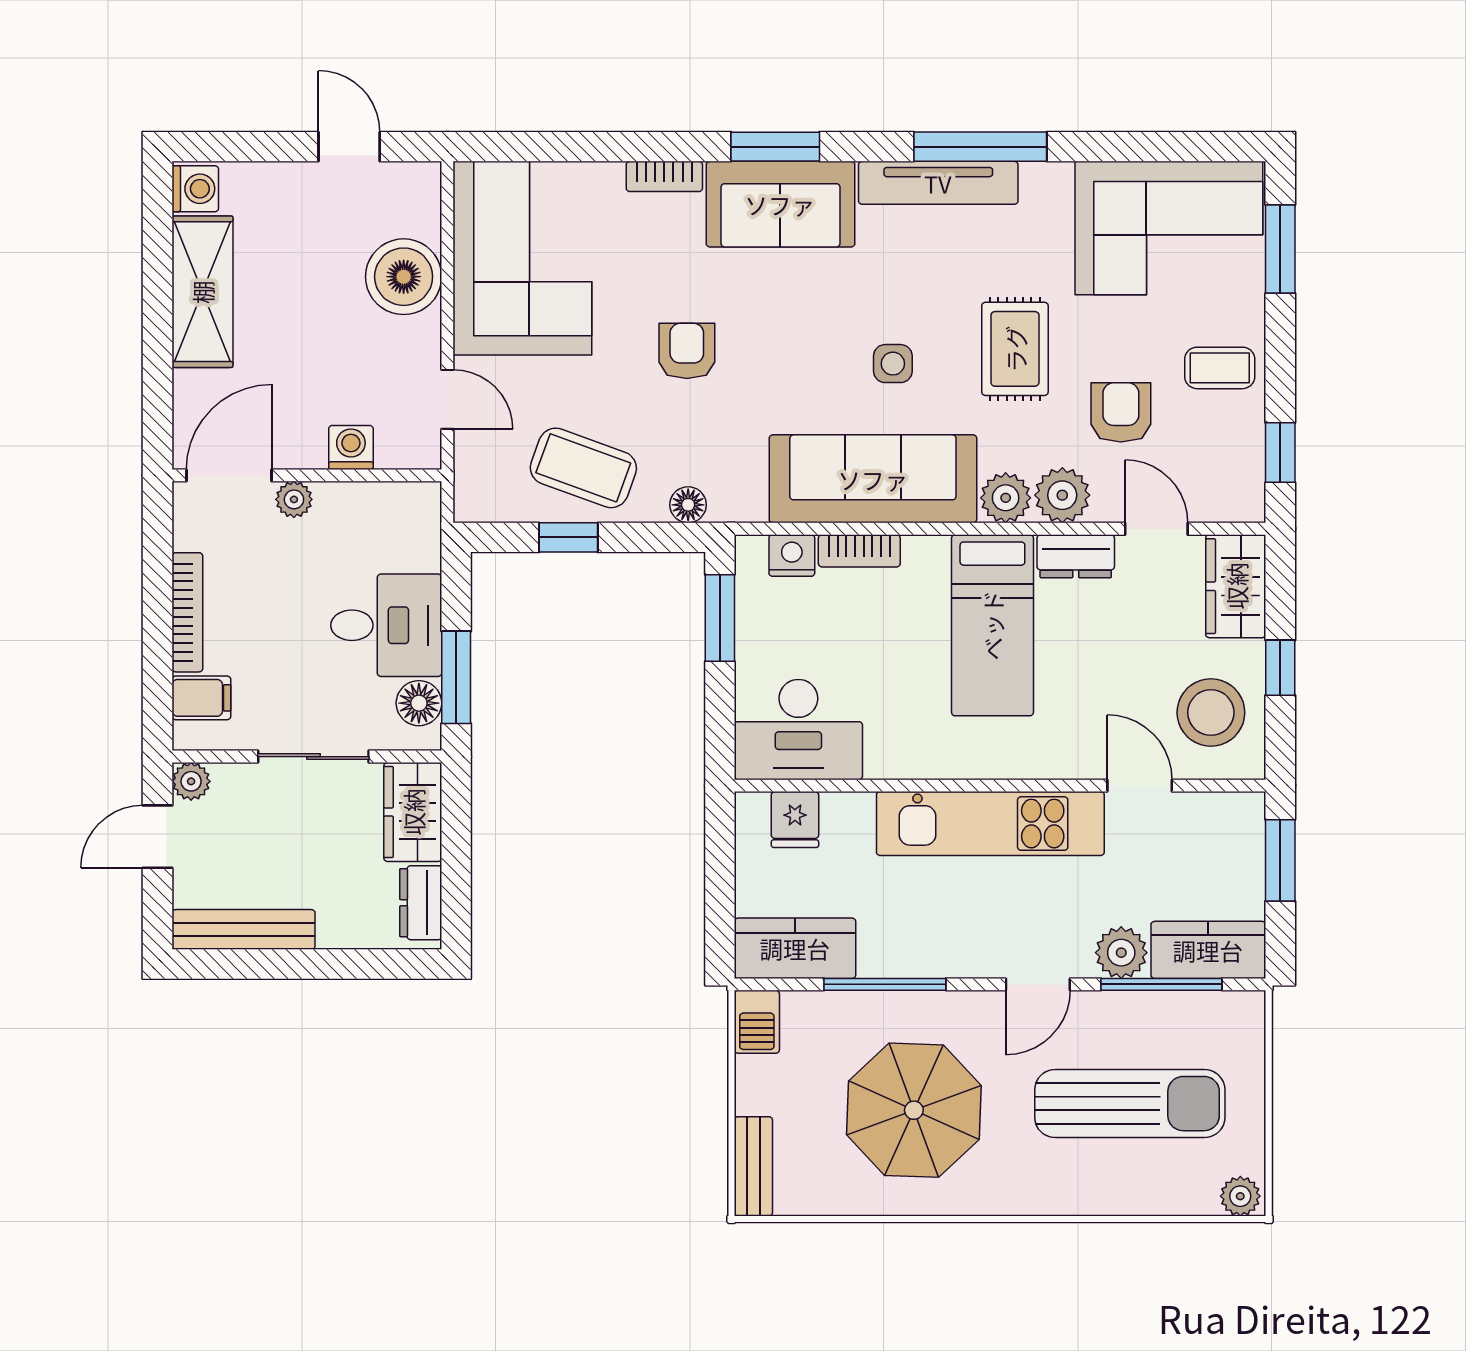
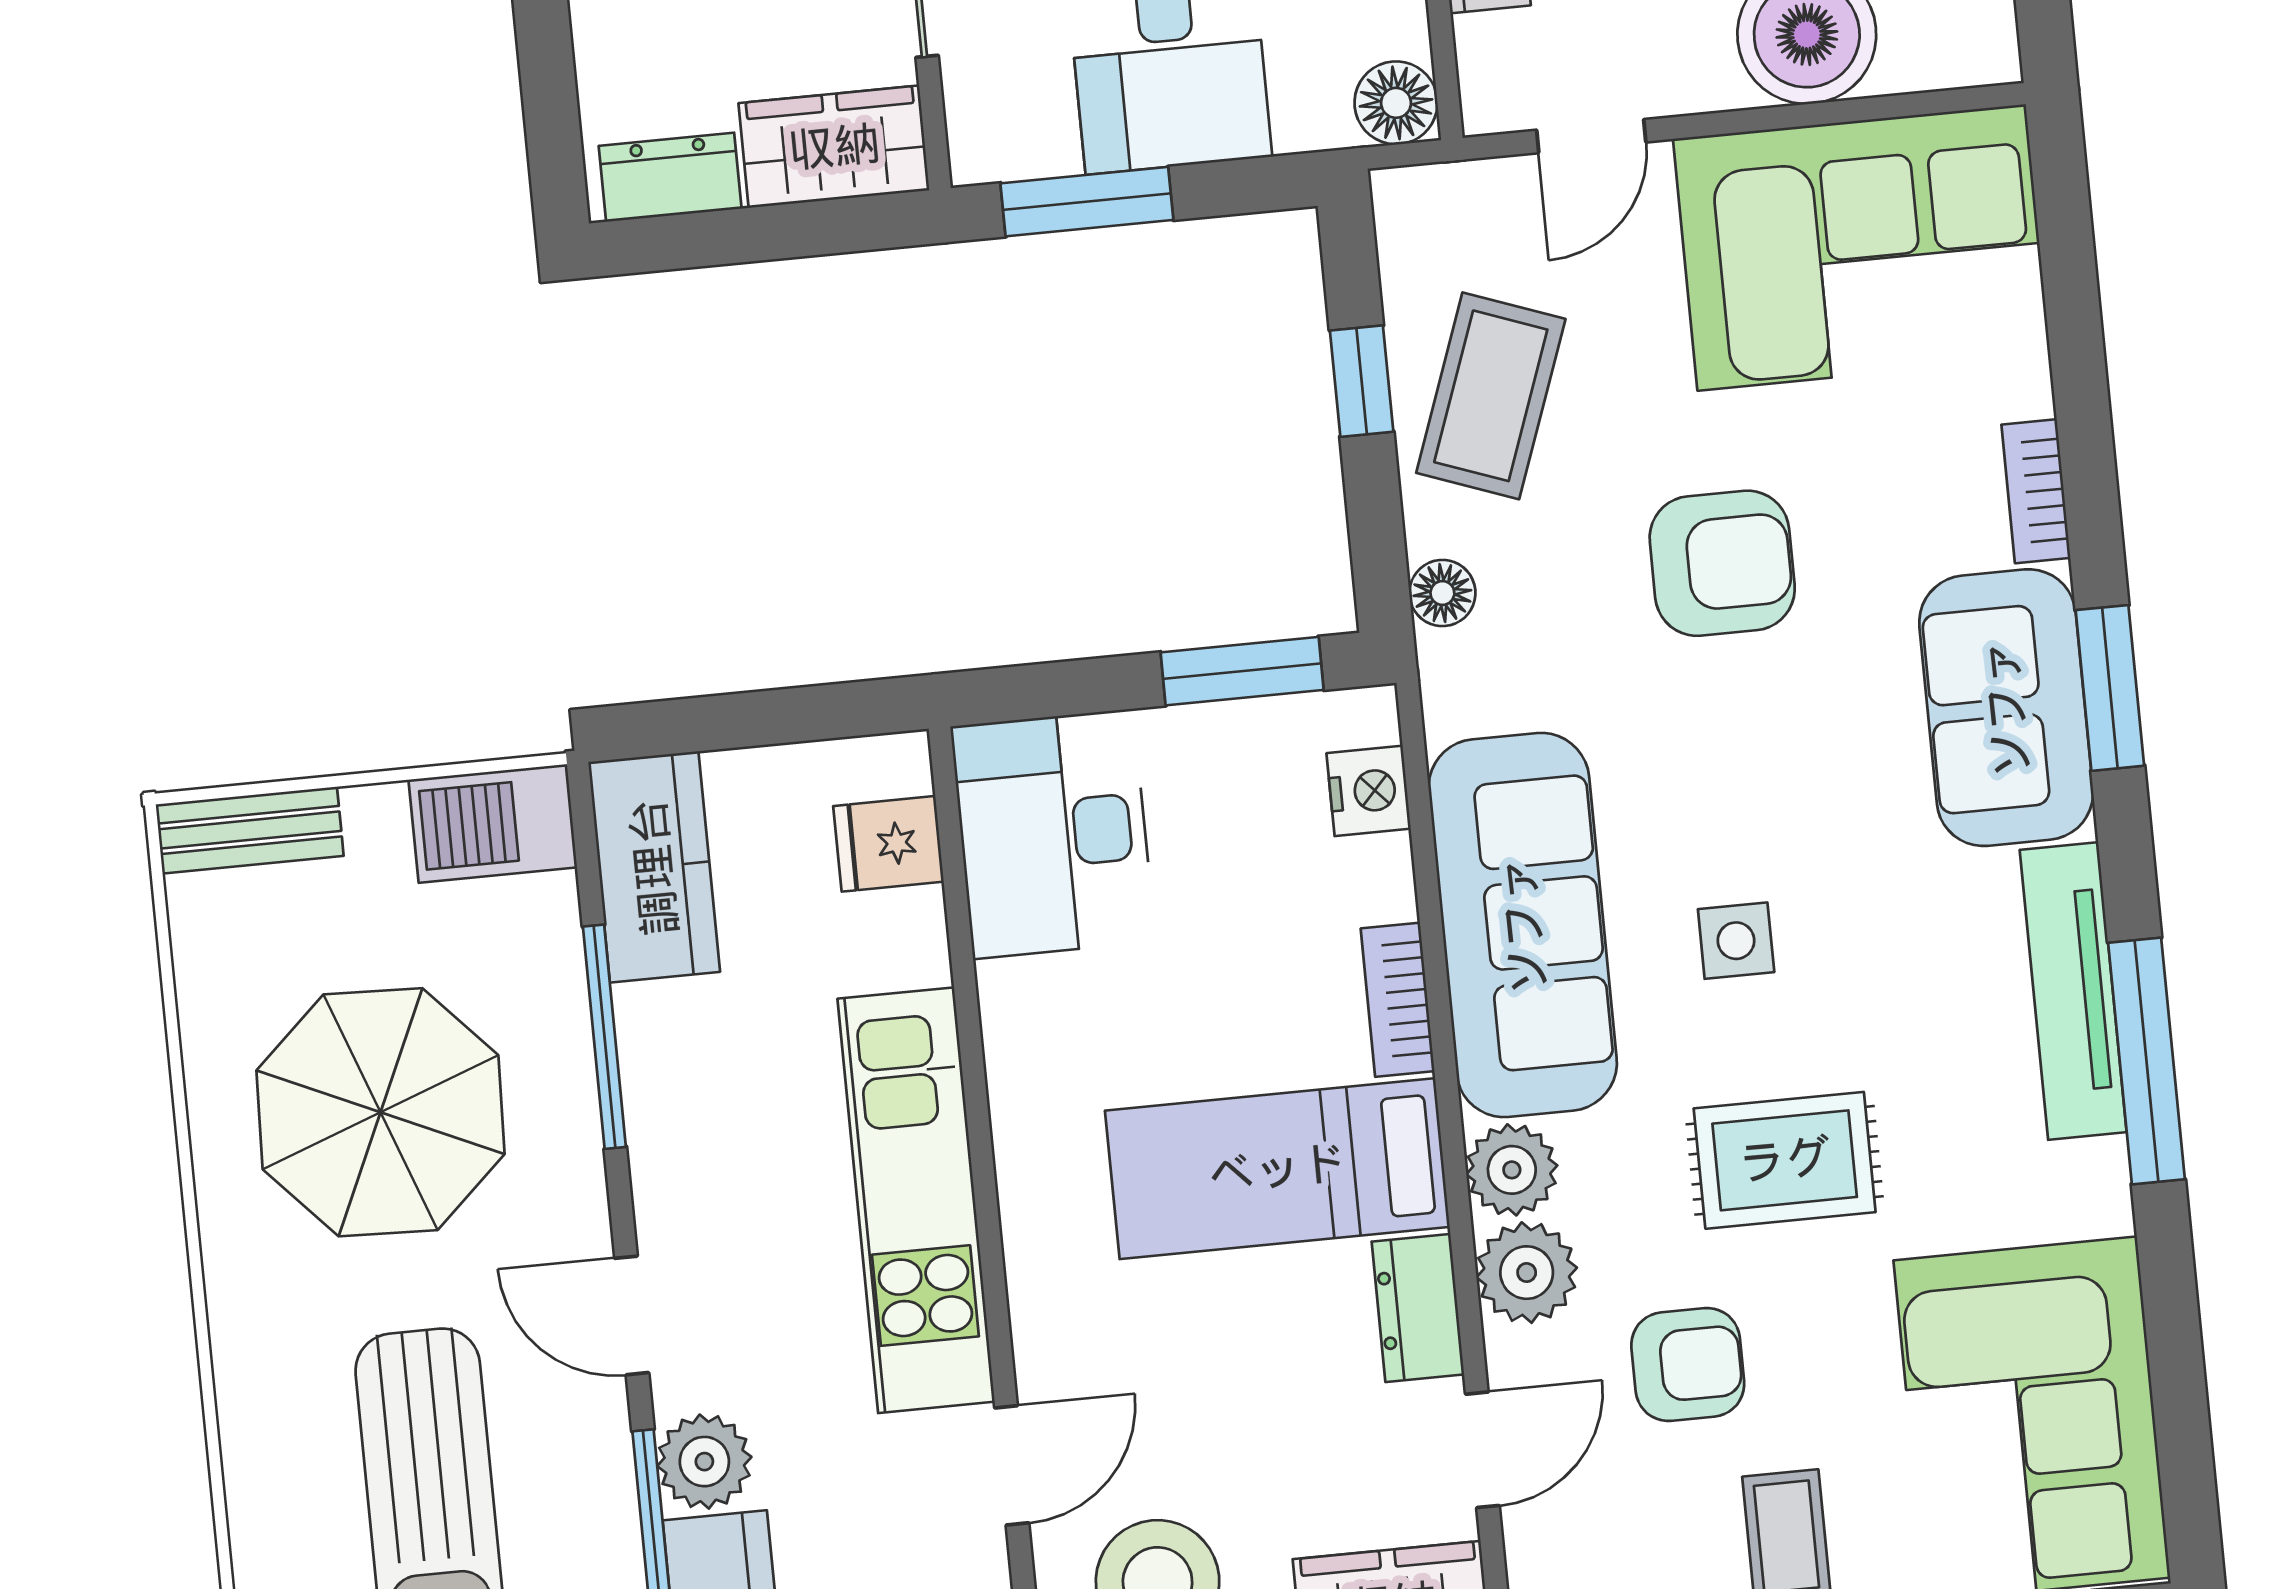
armchair: (687, 351) -> (1722, 563), width x1.38, depth x1.38
bookcase: (859, 551) -> (1398, 1000), moved
floor lamp: (419, 703) -> (1396, 103), moved
barbecue: (757, 1022) -> (493, 824), width x1.38, depth x1.27

